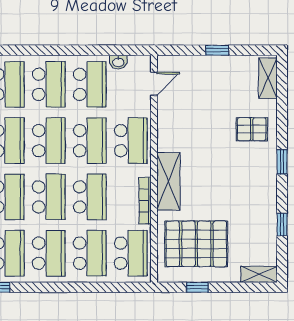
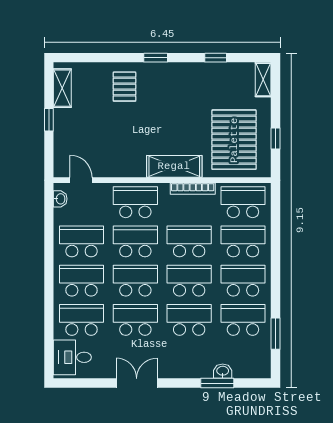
washbasin: (118, 62) -> (60, 199), moved
shelving: (268, 78) -> (62, 88), moved, turned 90

